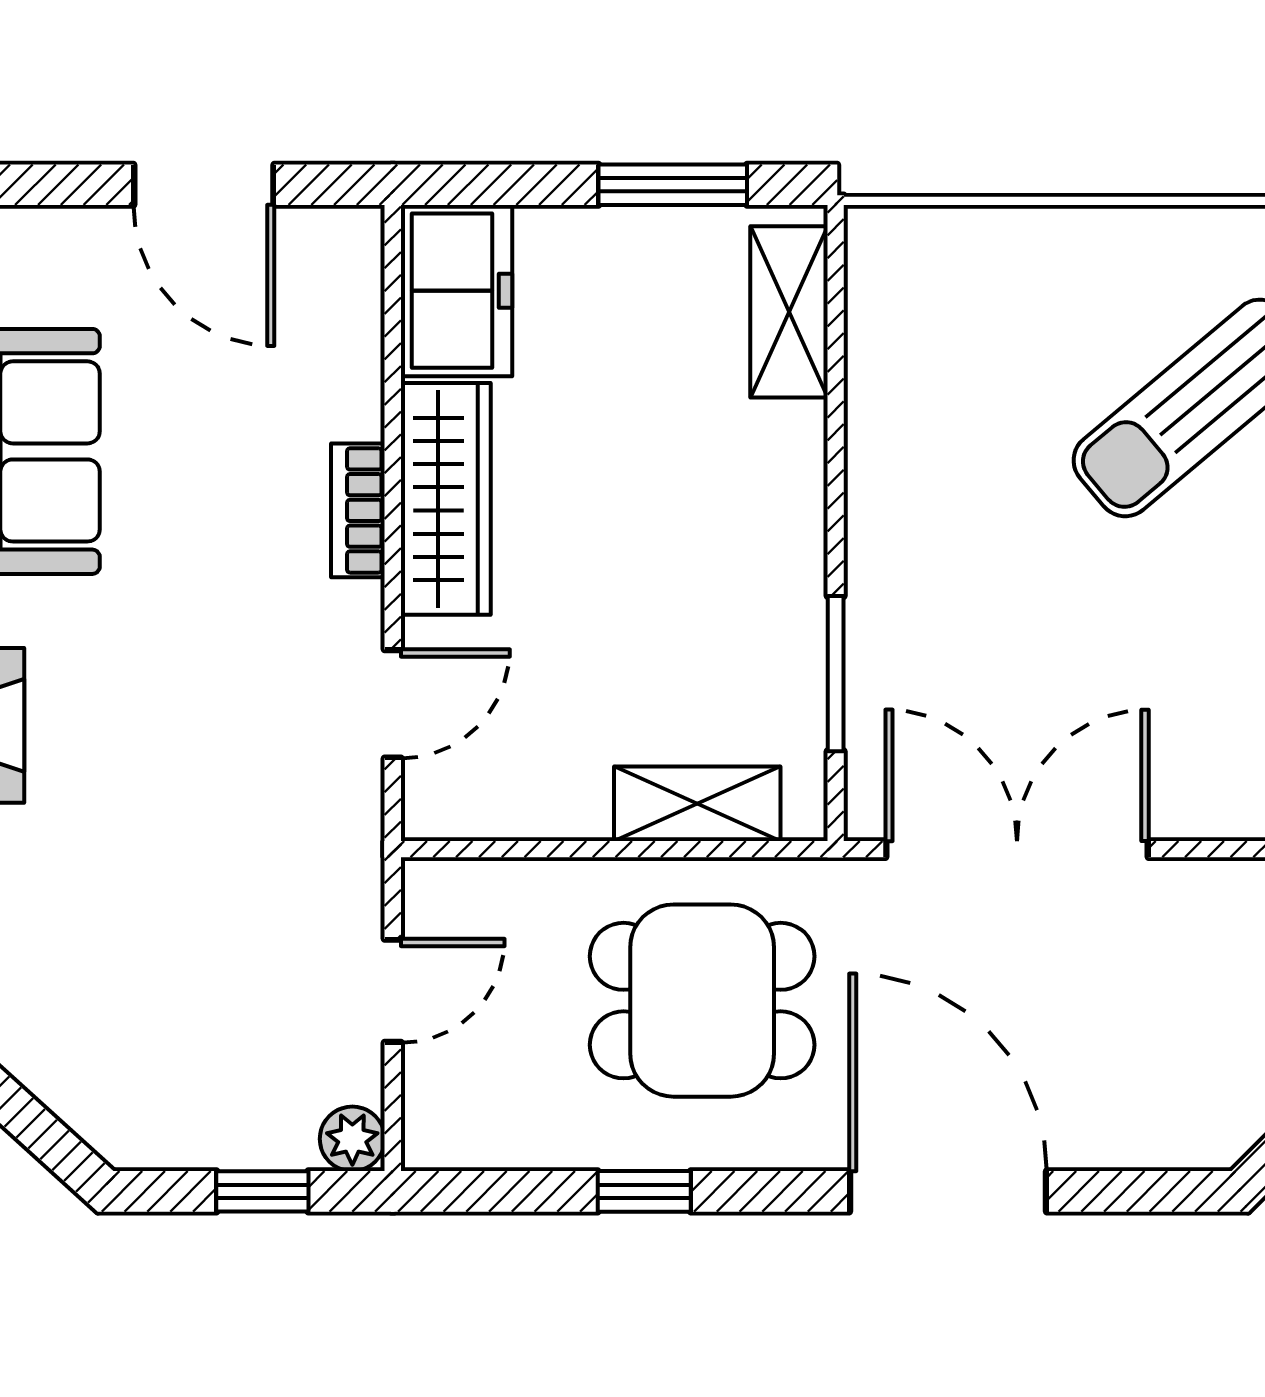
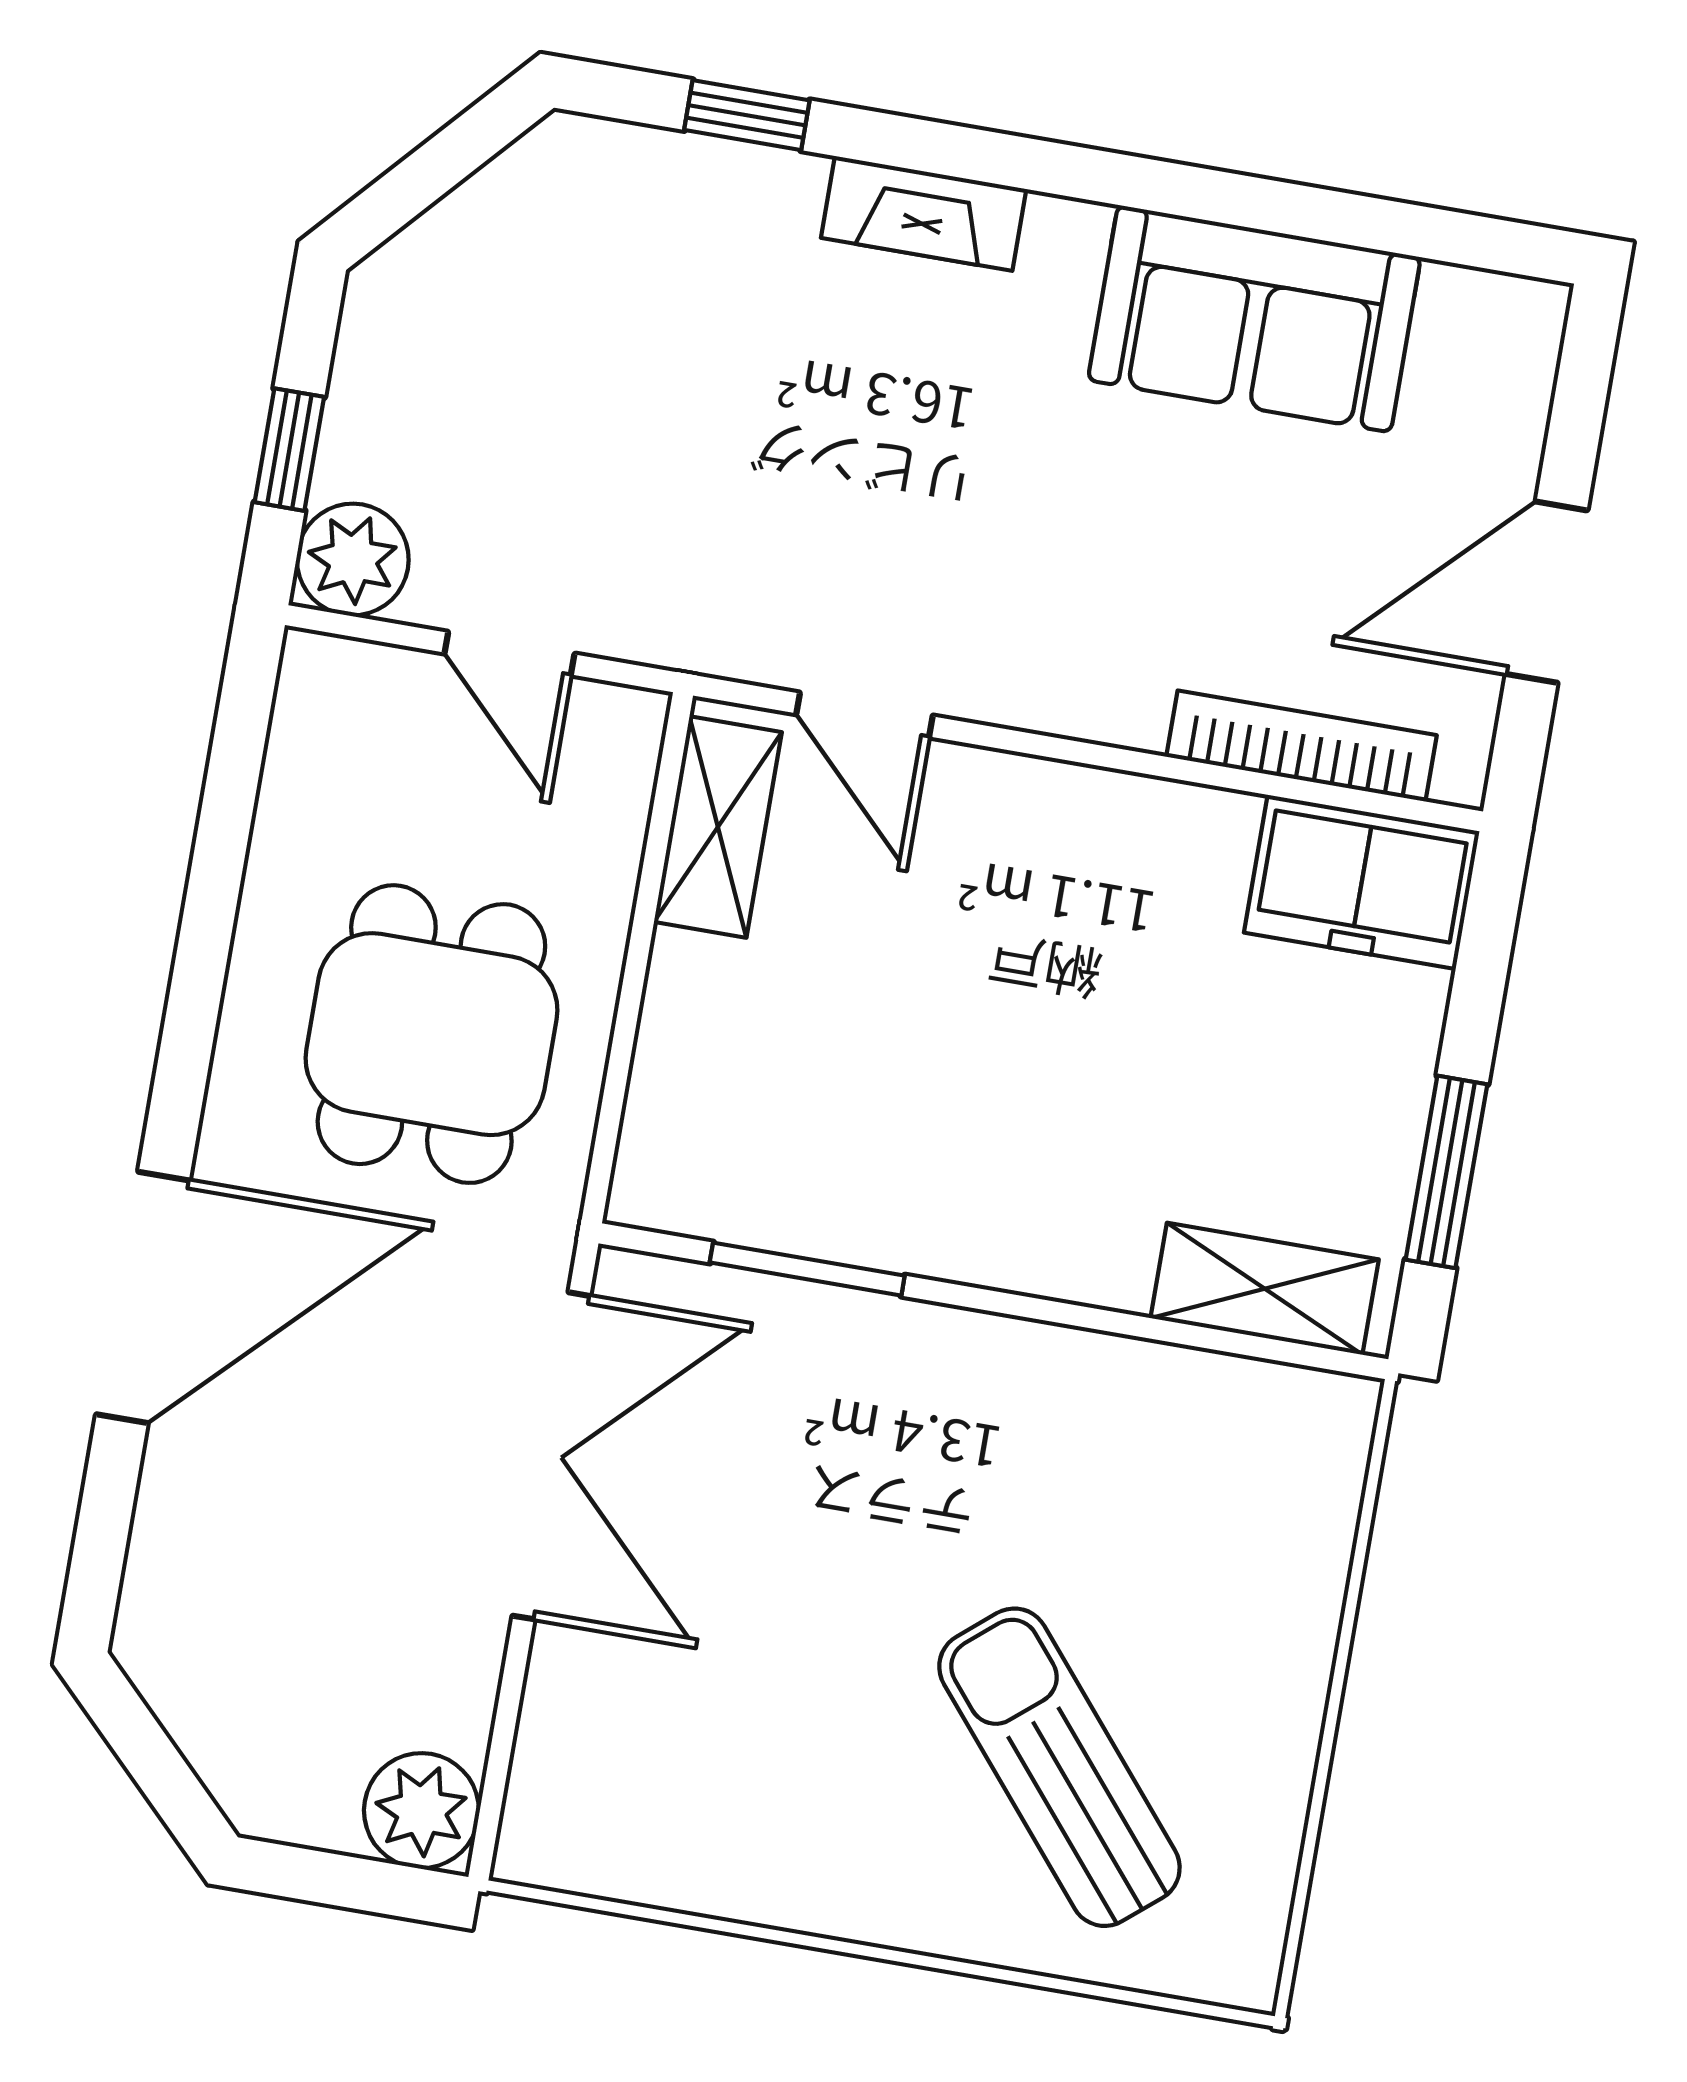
wardrobe: (446, 499) -> (1107, 824), removed
bookcase: (358, 510) -> (1301, 746), moved, width x1.56
shelving: (697, 804) -> (718, 827), moved
plant: (352, 1139) -> (353, 560), width x1.38, depth x1.38
window: (644, 1191) -> (208, 922), removed

